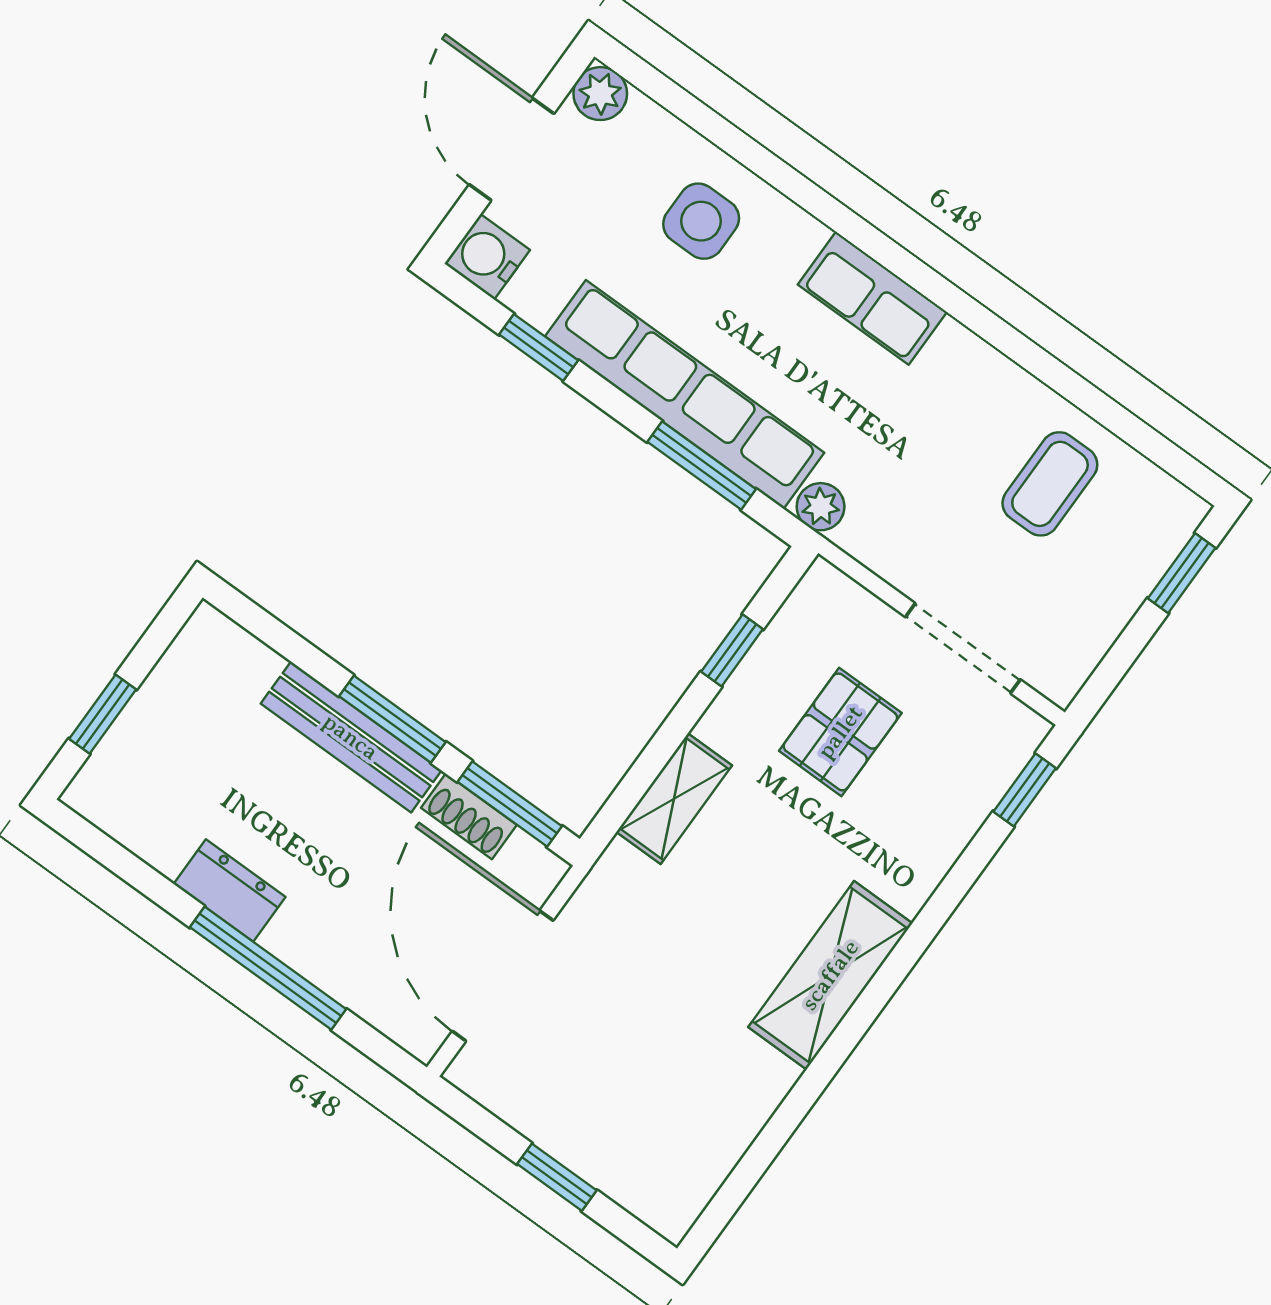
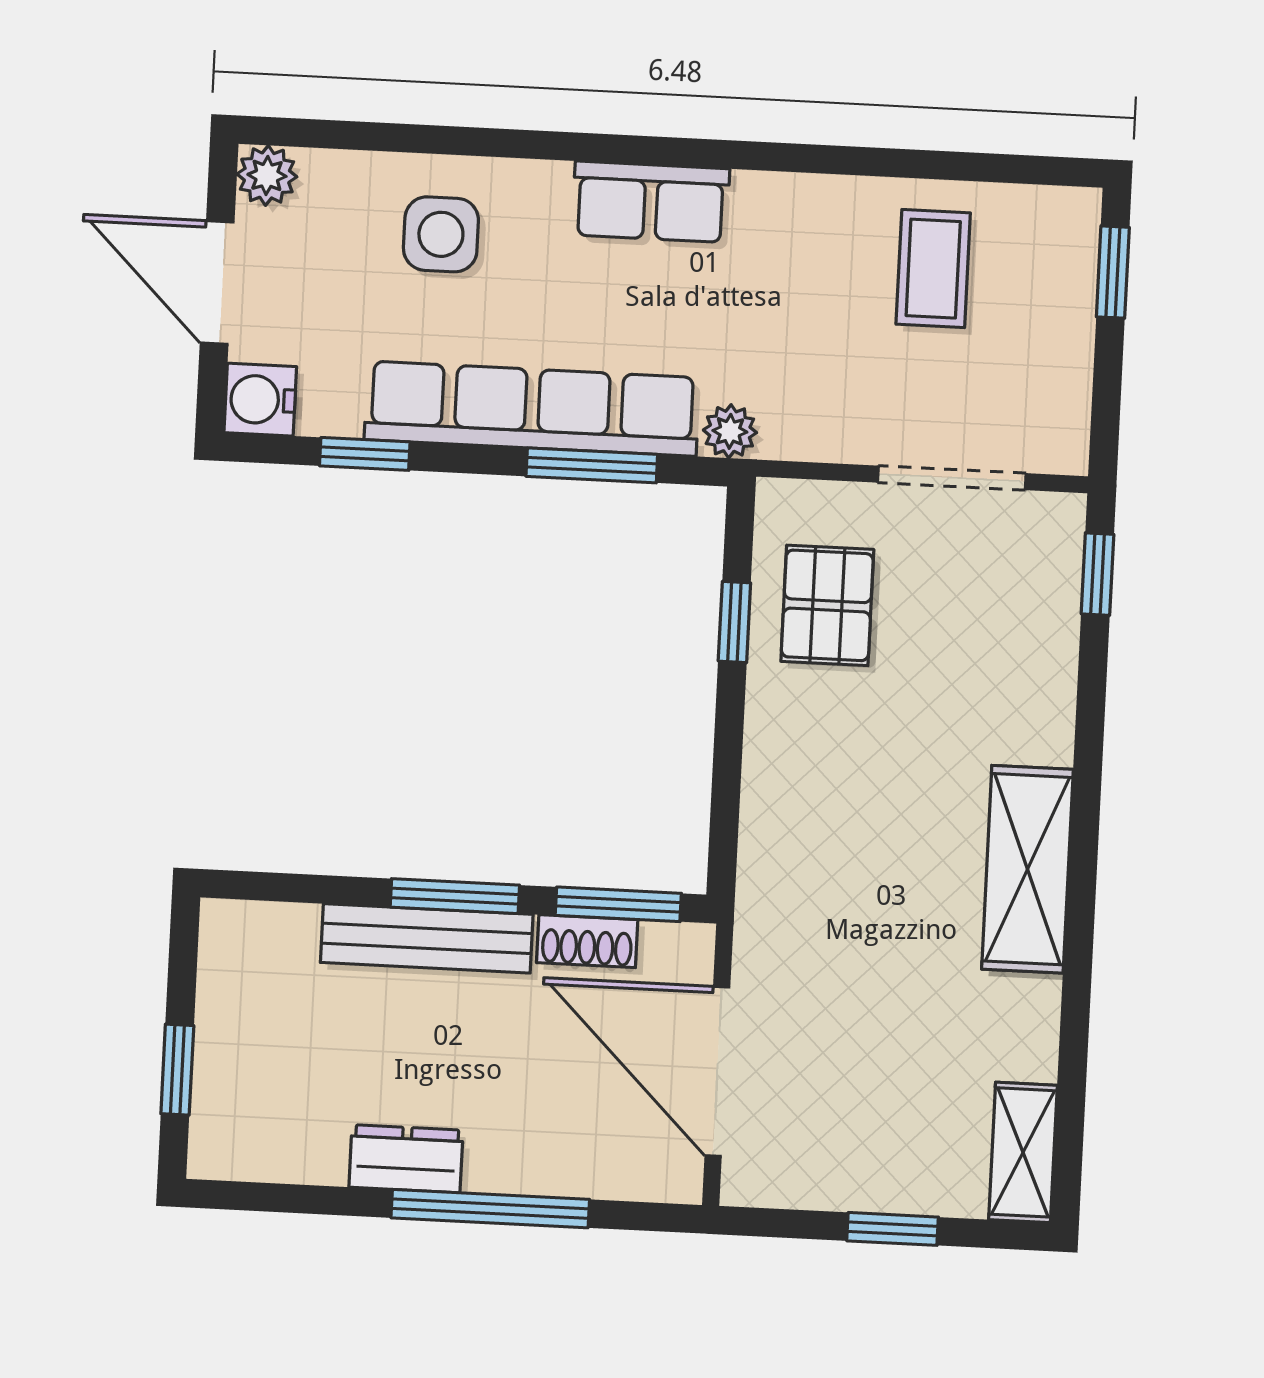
pallet: (840, 732) -> (827, 605), moved
shelving: (674, 799) -> (1023, 1152), moved

